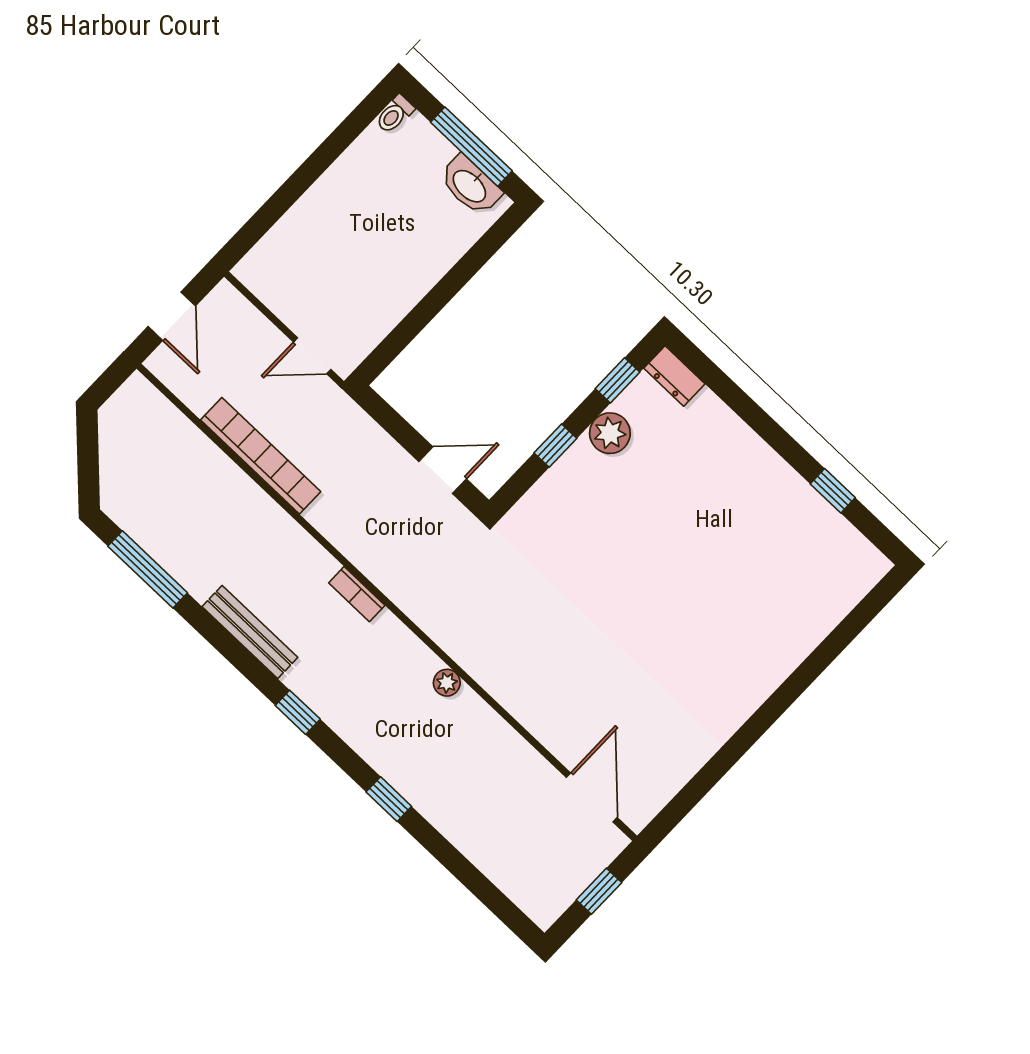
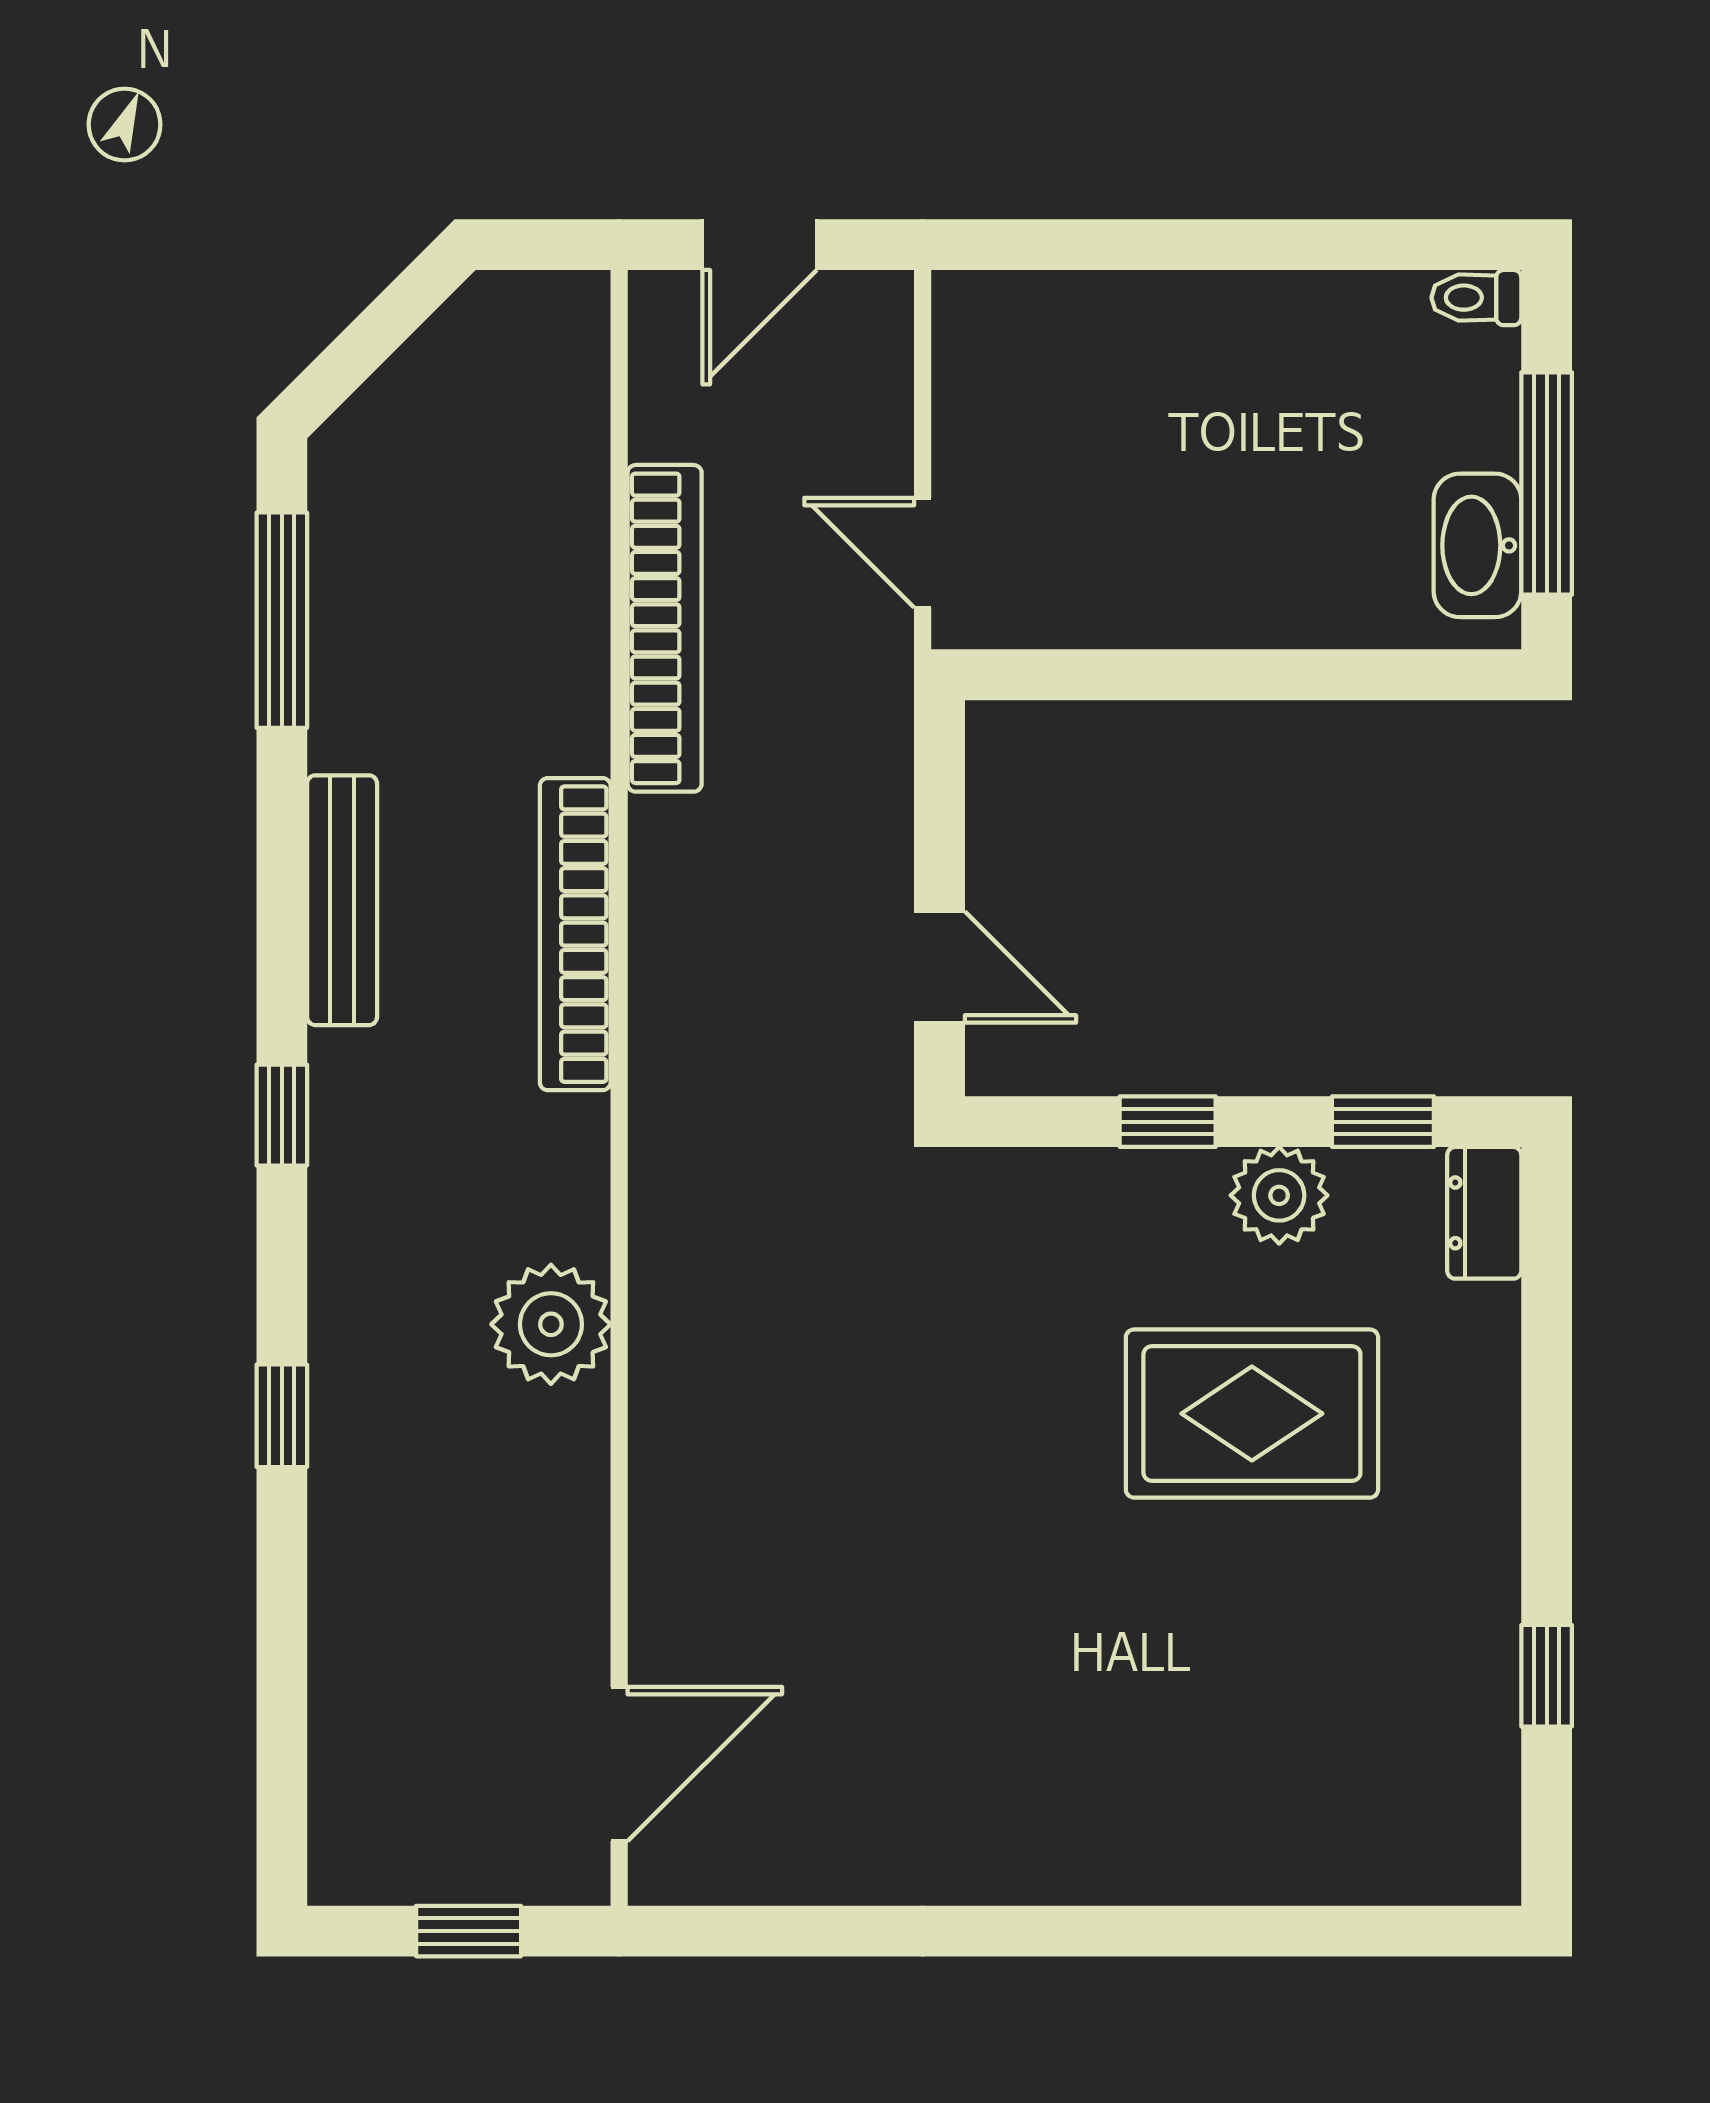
rug: (668, 504) -> (1252, 1414), added
bookcase: (357, 594) -> (575, 934), width x2.31, depth x1.31
plant: (447, 683) -> (551, 1324), width x1.87, depth x1.87

